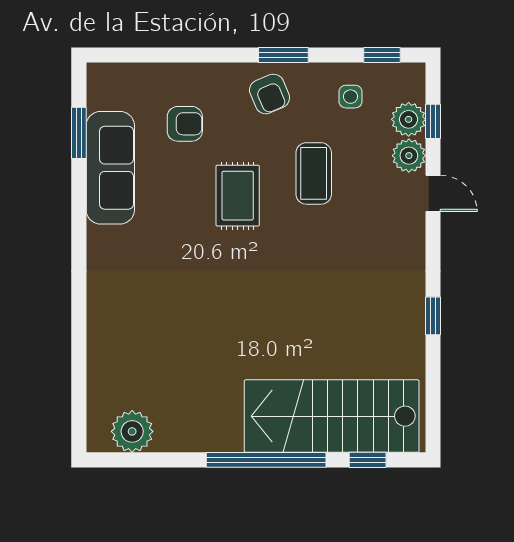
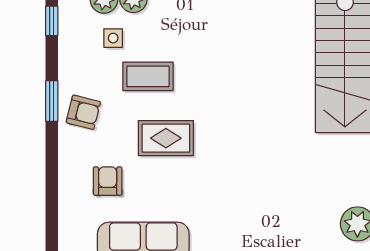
armchair: (270, 94) -> (83, 112), turned 37
side table: (350, 97) -> (113, 38), moved

